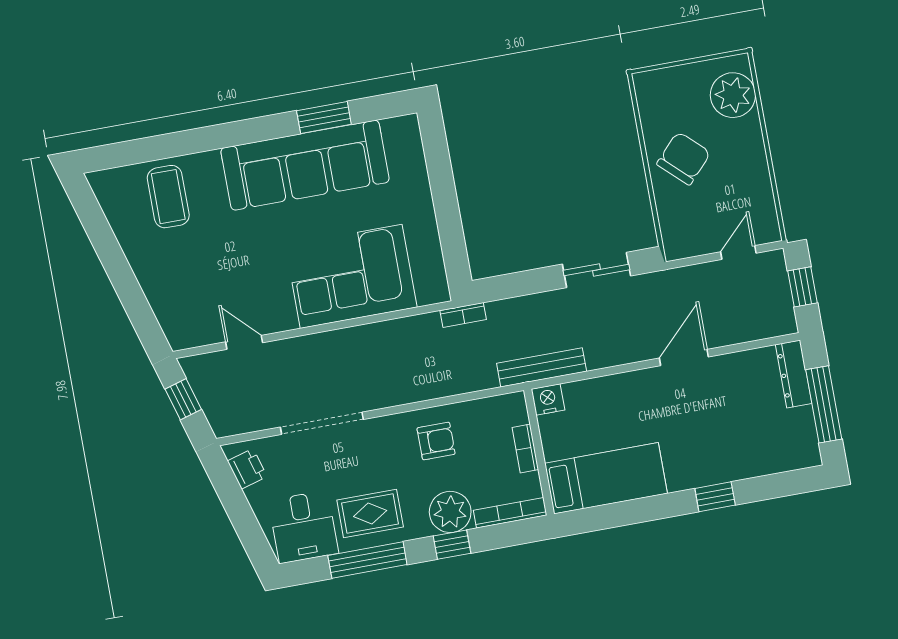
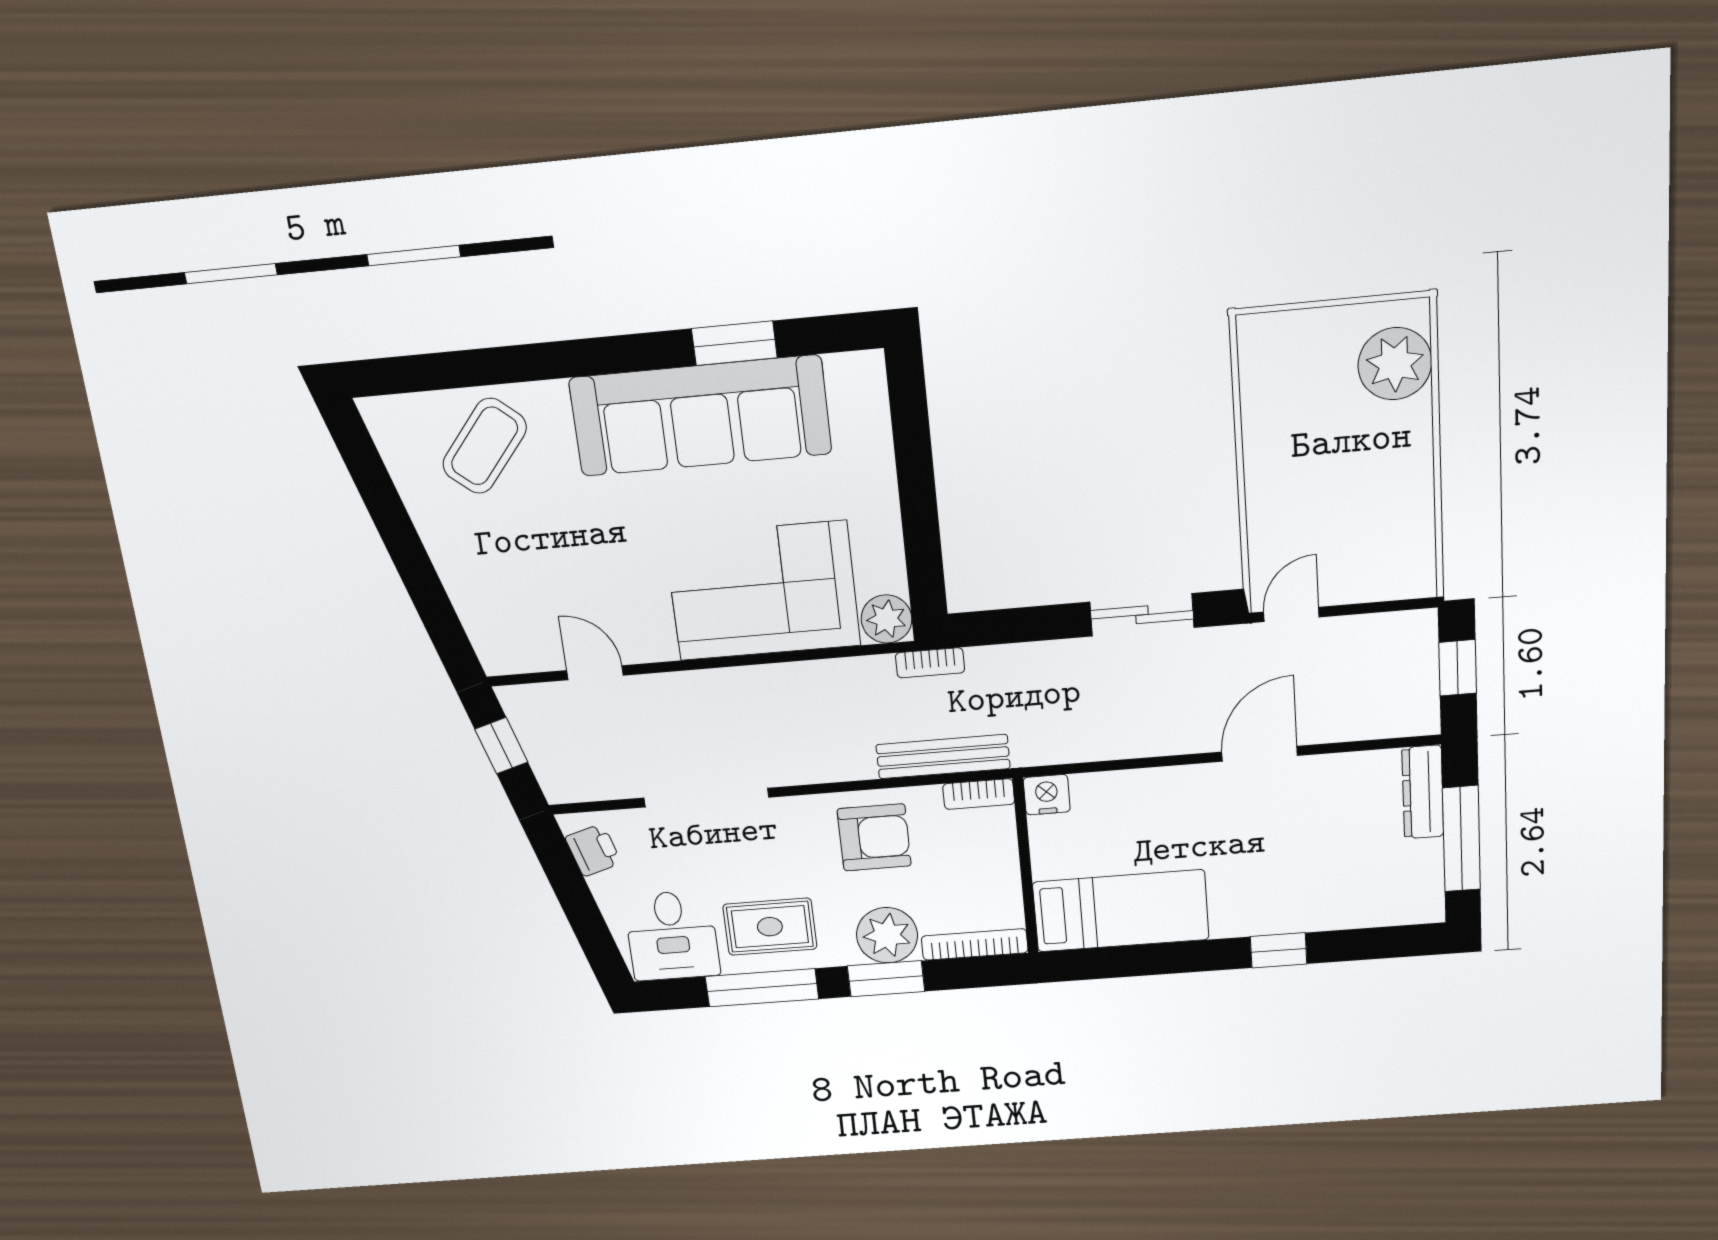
chair: (684, 158) -> (1301, 457), removed
coffee table: (168, 197) -> (485, 446), turned 40
door: (738, 252) -> (1291, 614), moved
plant: (433, 288) -> (887, 619), added
bench: (542, 367) -> (943, 757), moved
armchair: (436, 441) -> (874, 837), width x1.38, depth x1.38
bookcase: (525, 449) -> (979, 794), moved, turned -90
window: (452, 545) -> (886, 979), width x1.50

